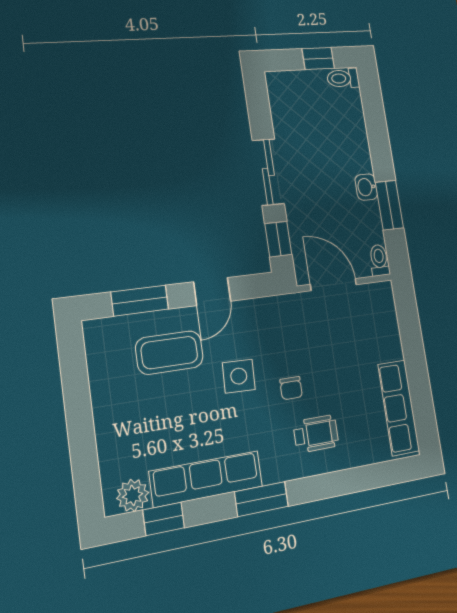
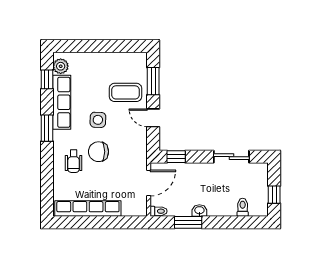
toilet: (343, 78) -> (243, 207), moved
sliding door: (268, 172) -> (231, 157), moved
coffee table: (169, 353) -> (125, 92), turned 90
side table: (239, 376) -> (98, 120), moved
chair: (291, 388) -> (98, 152), width x1.87, depth x1.87
row of seats: (399, 408) -> (88, 209), width x1.36

